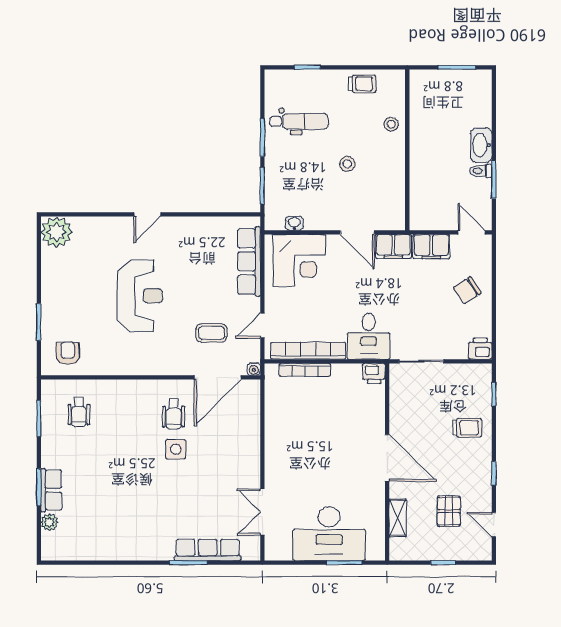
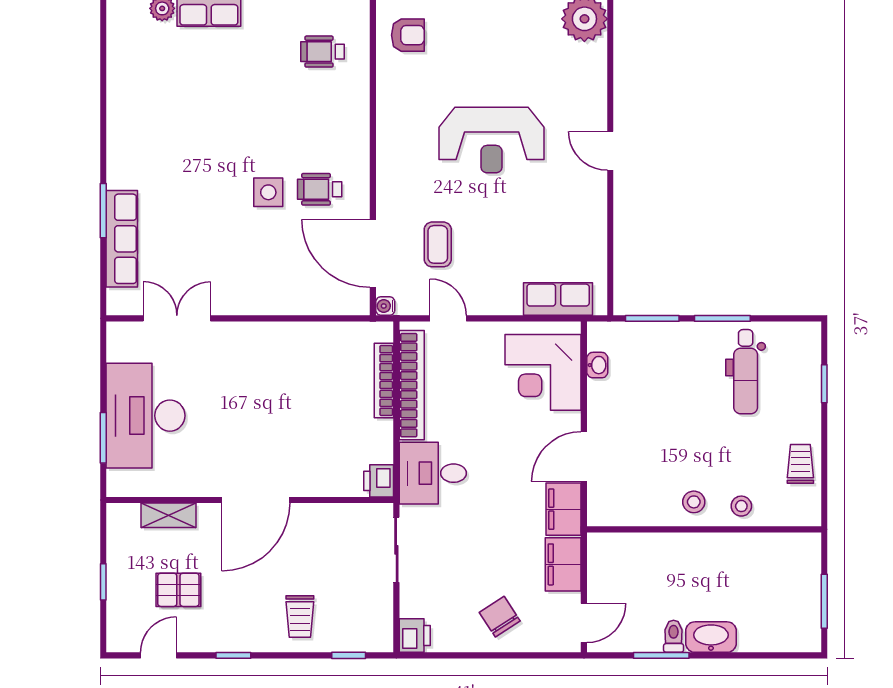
trolley: (362, 84) -> (800, 464), turned 180
stool: (347, 164) -> (694, 502), moved
row of seats: (249, 261) -> (558, 299), width x0.68

